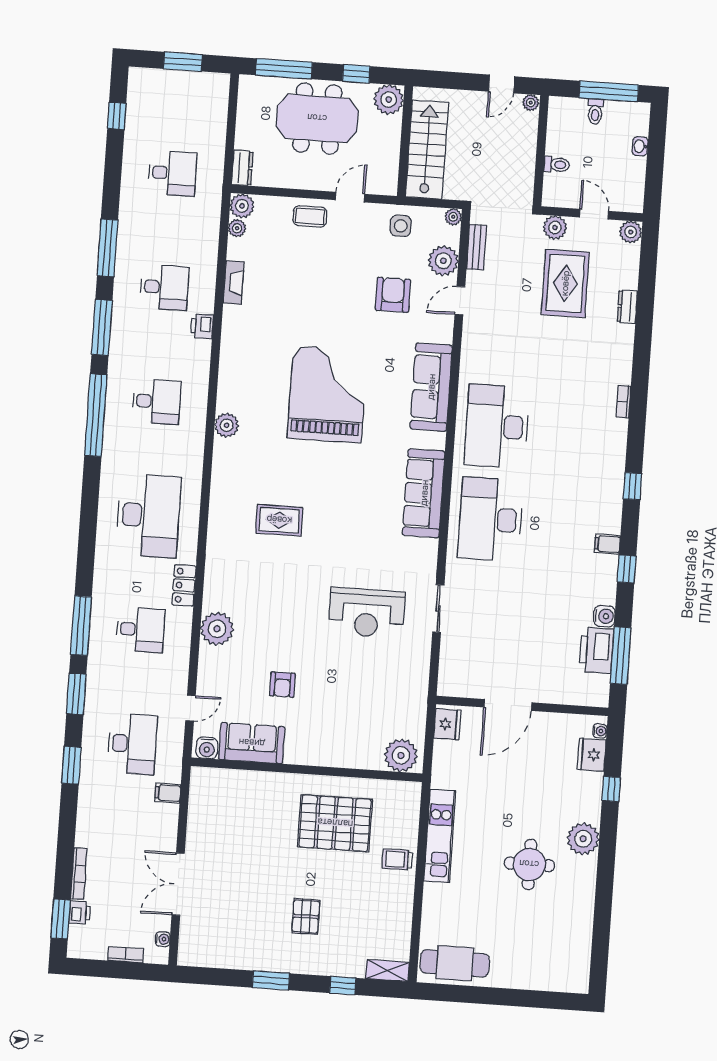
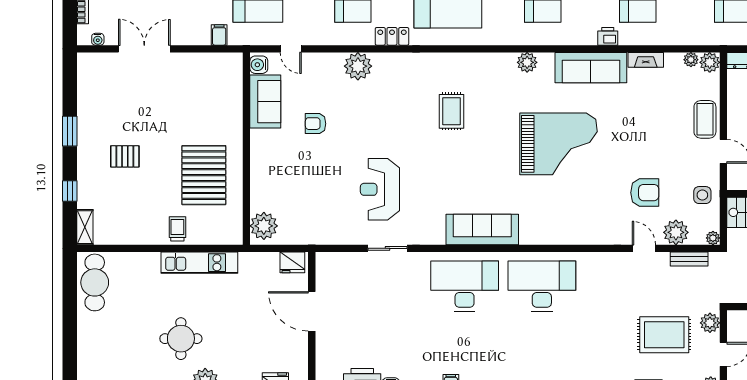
coffee table: (310, 216) -> (705, 119), width x1.36, depth x1.30
sofa: (431, 387) -> (591, 68), moved, turned 180

